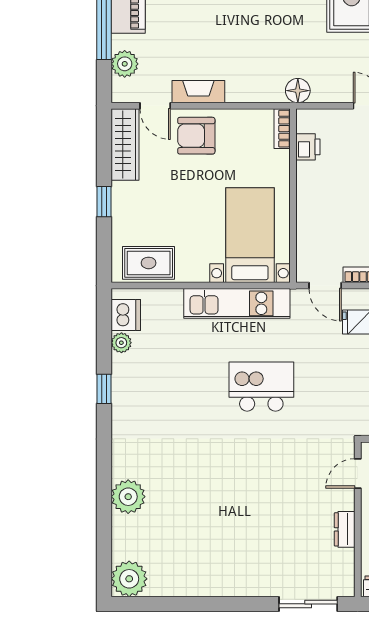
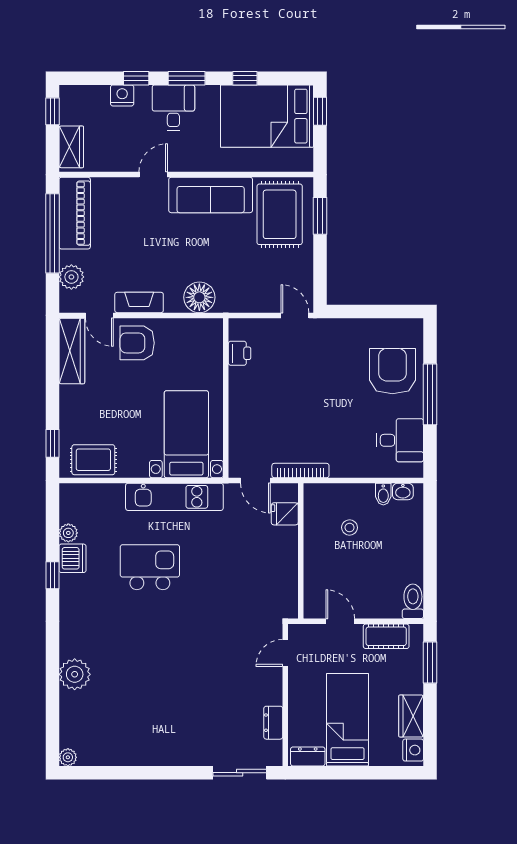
floor lamp: (298, 91) -> (199, 297), moved, width x1.38, depth x1.38
bookcase: (282, 129) -> (216, 336), removed
window: (104, 202) -> (52, 443), moved
dishwasher: (126, 315) -> (72, 558), moved
kitchen island: (261, 387) -> (150, 567), moved
dresser: (345, 529) -> (273, 723), moved
plant: (129, 579) -> (68, 757), width x0.53, depth x0.53

